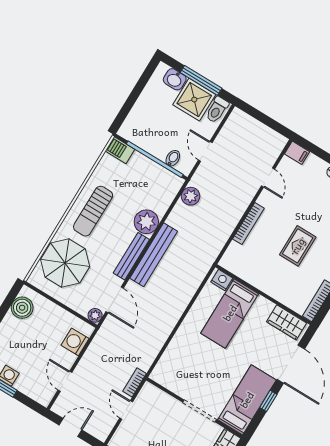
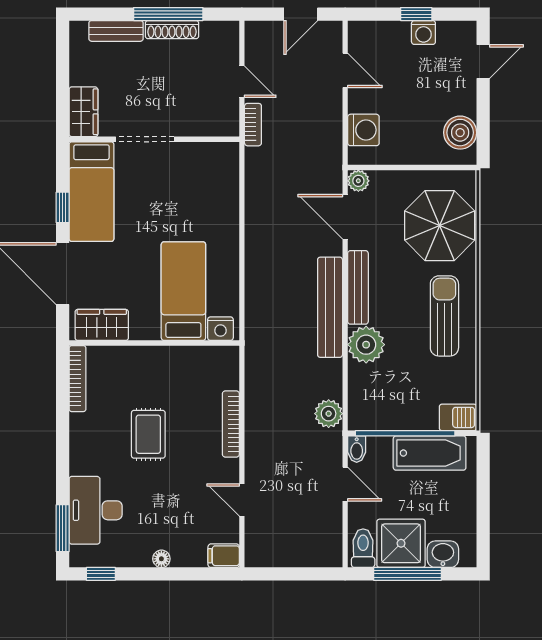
bathtub: (148, 140) -> (430, 453), added
bidet: (173, 158) -> (357, 449), moved

